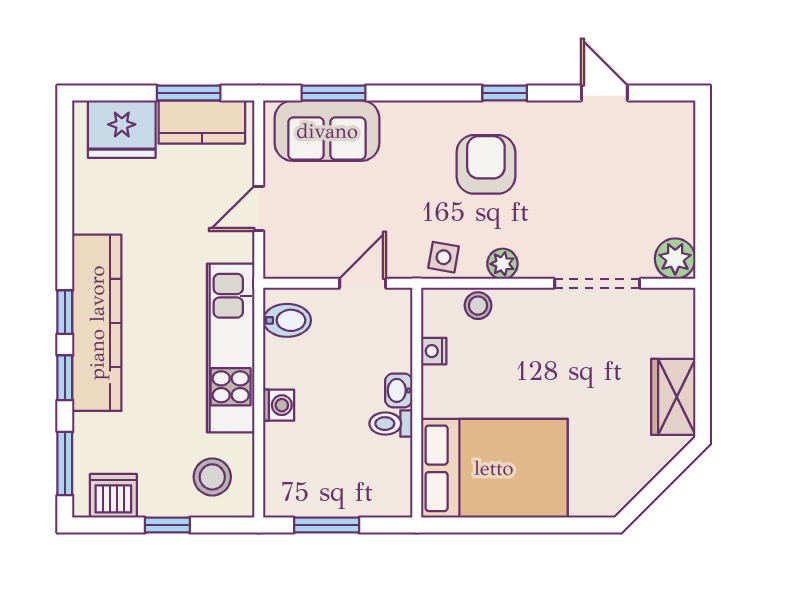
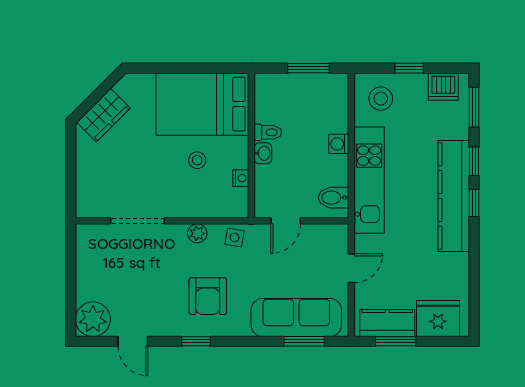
sofa: (327, 131) -> (296, 317), width x1.36
plant: (675, 259) -> (93, 319), moved, width x1.36, depth x1.36
stool: (478, 306) -> (197, 160), moved
wardrobe: (673, 397) -> (103, 115), moved, turned 45

